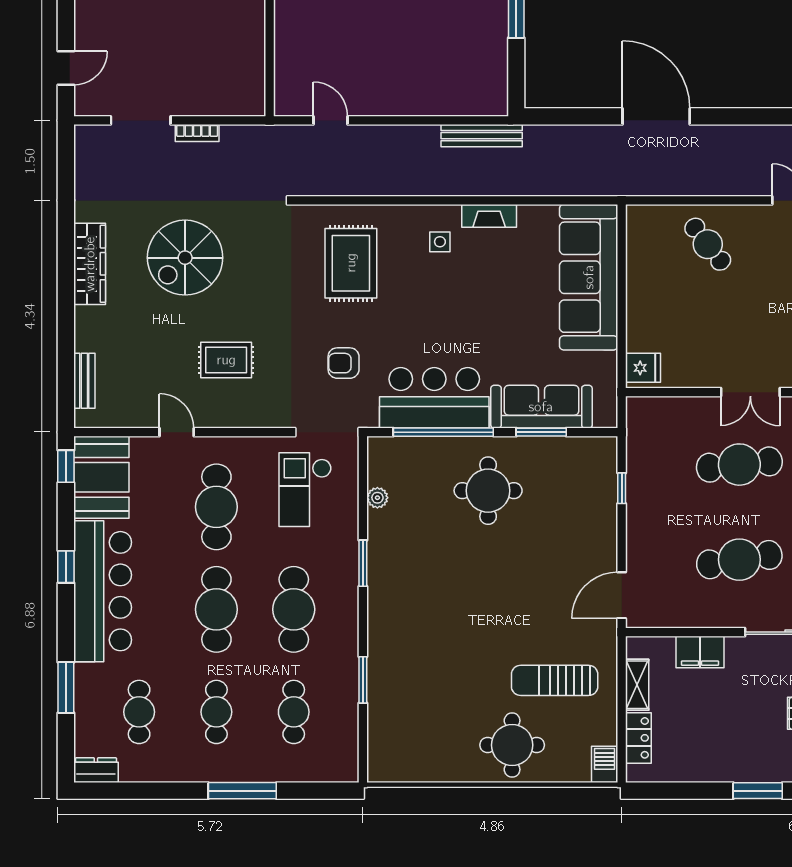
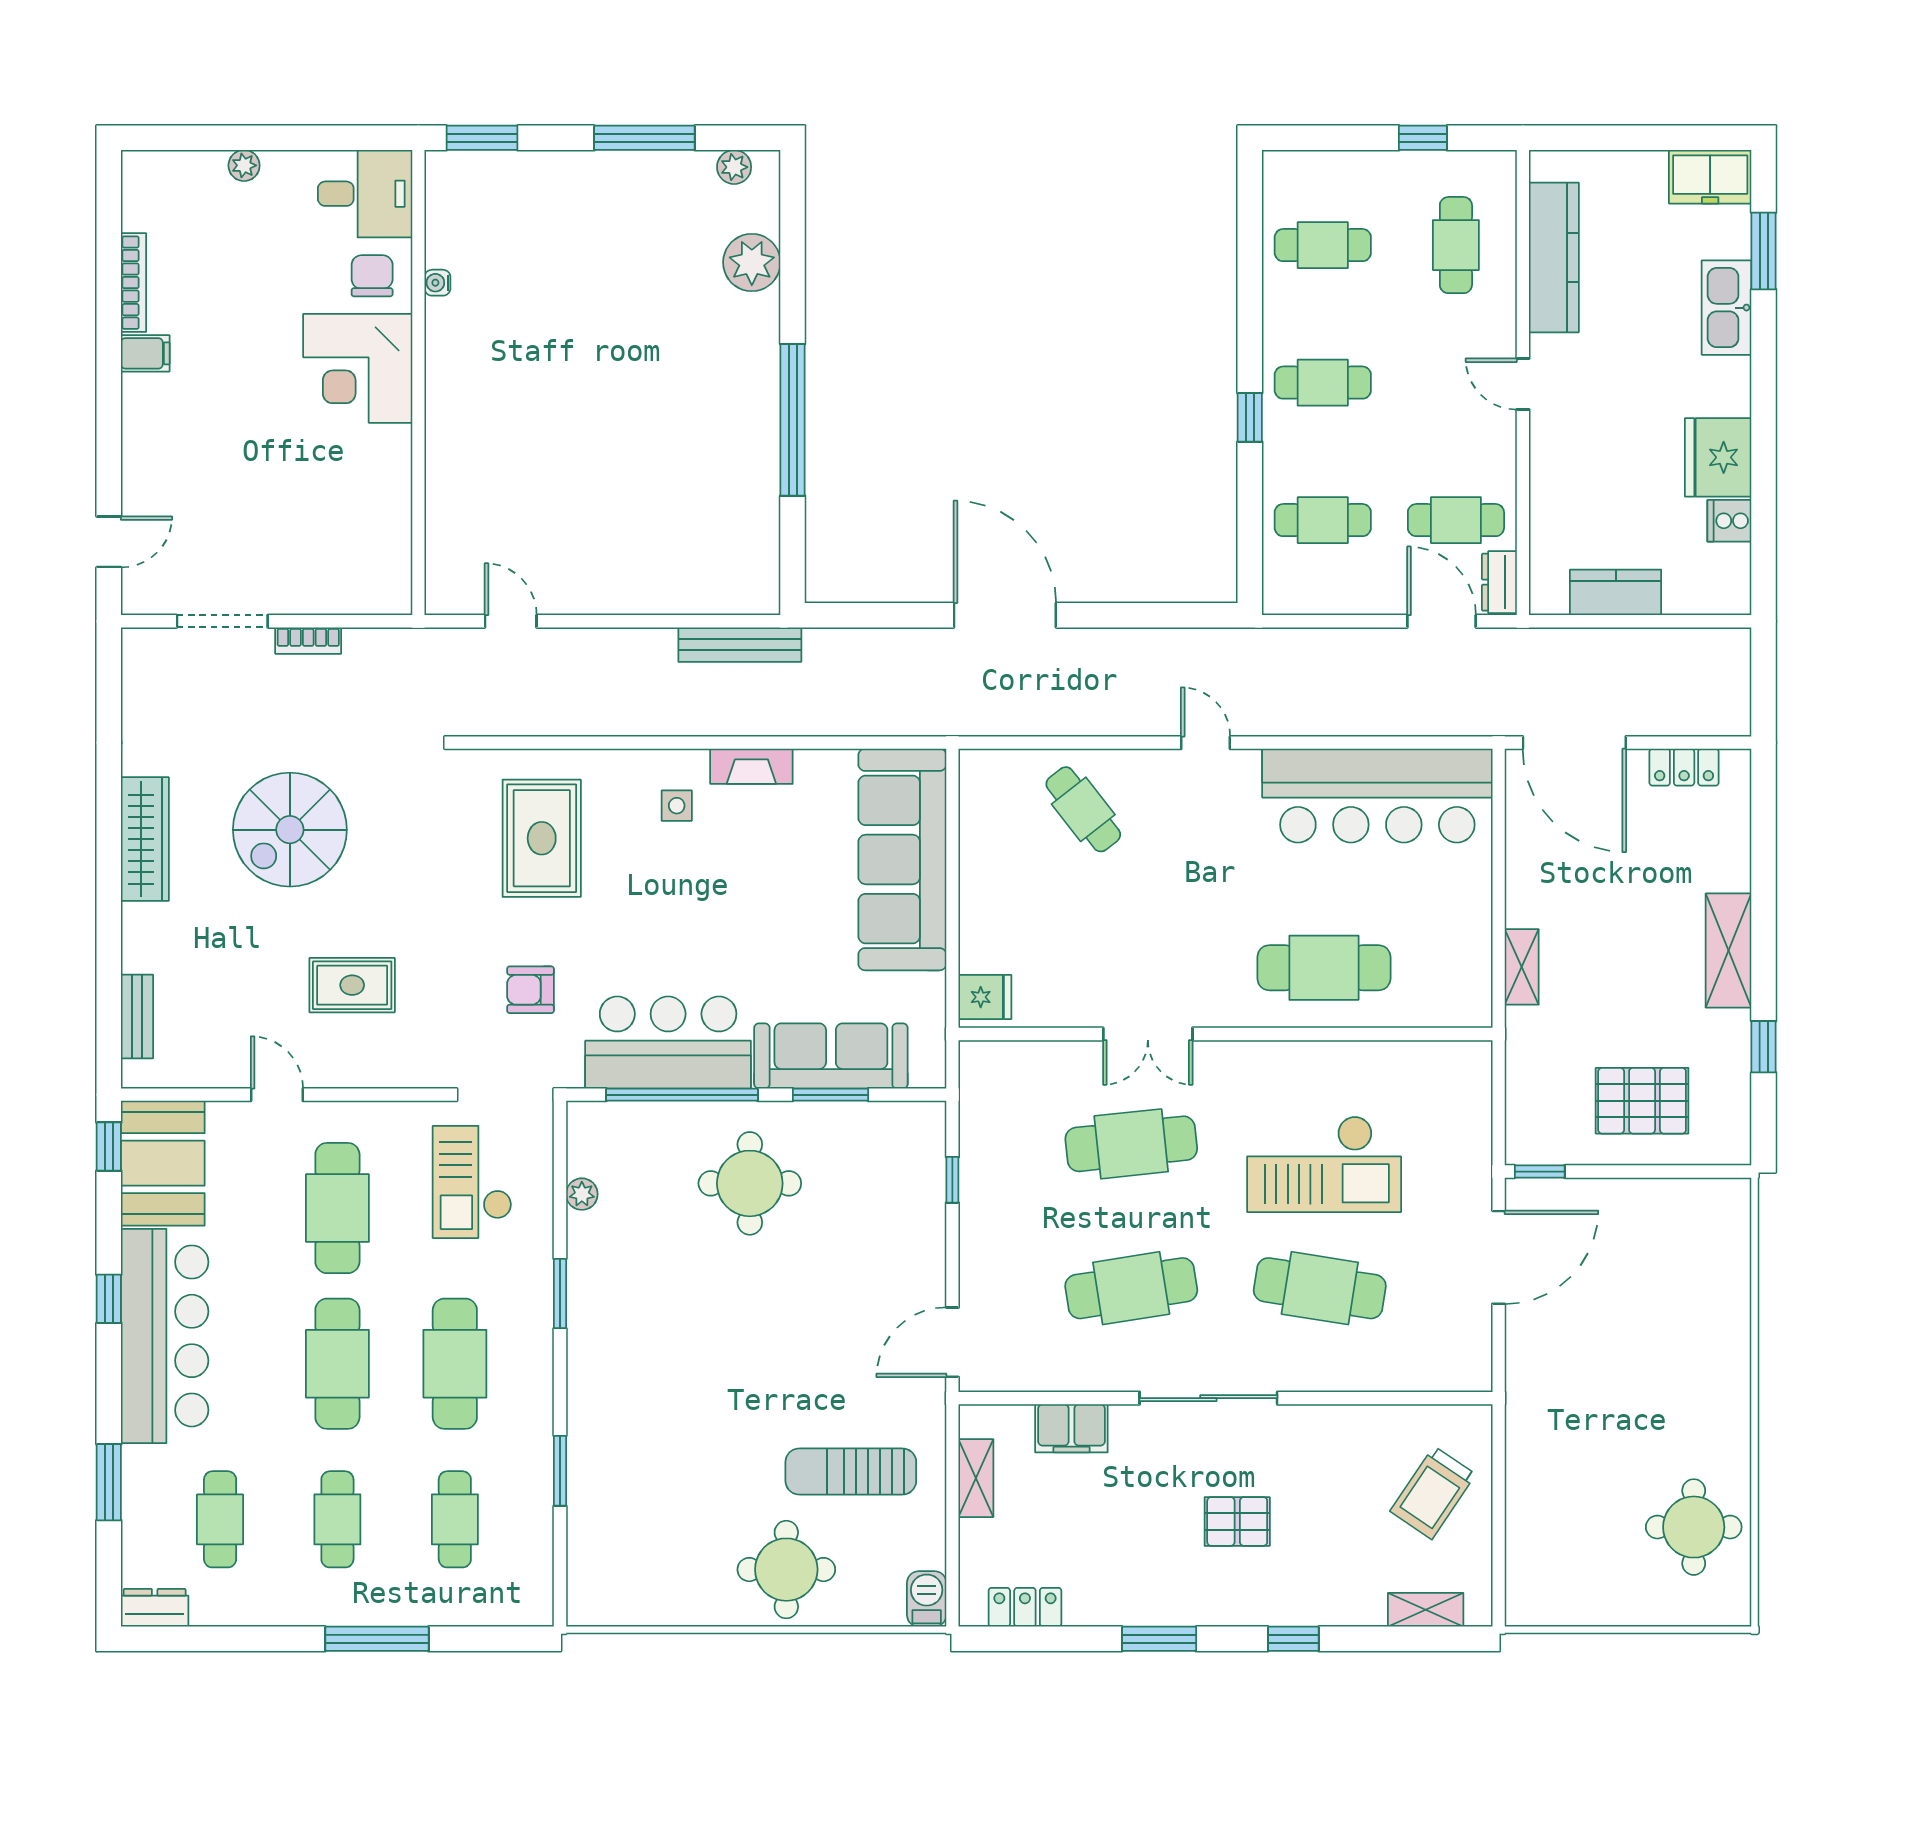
locker: (638, 738) -> (1025, 1607), moved, turned -90

